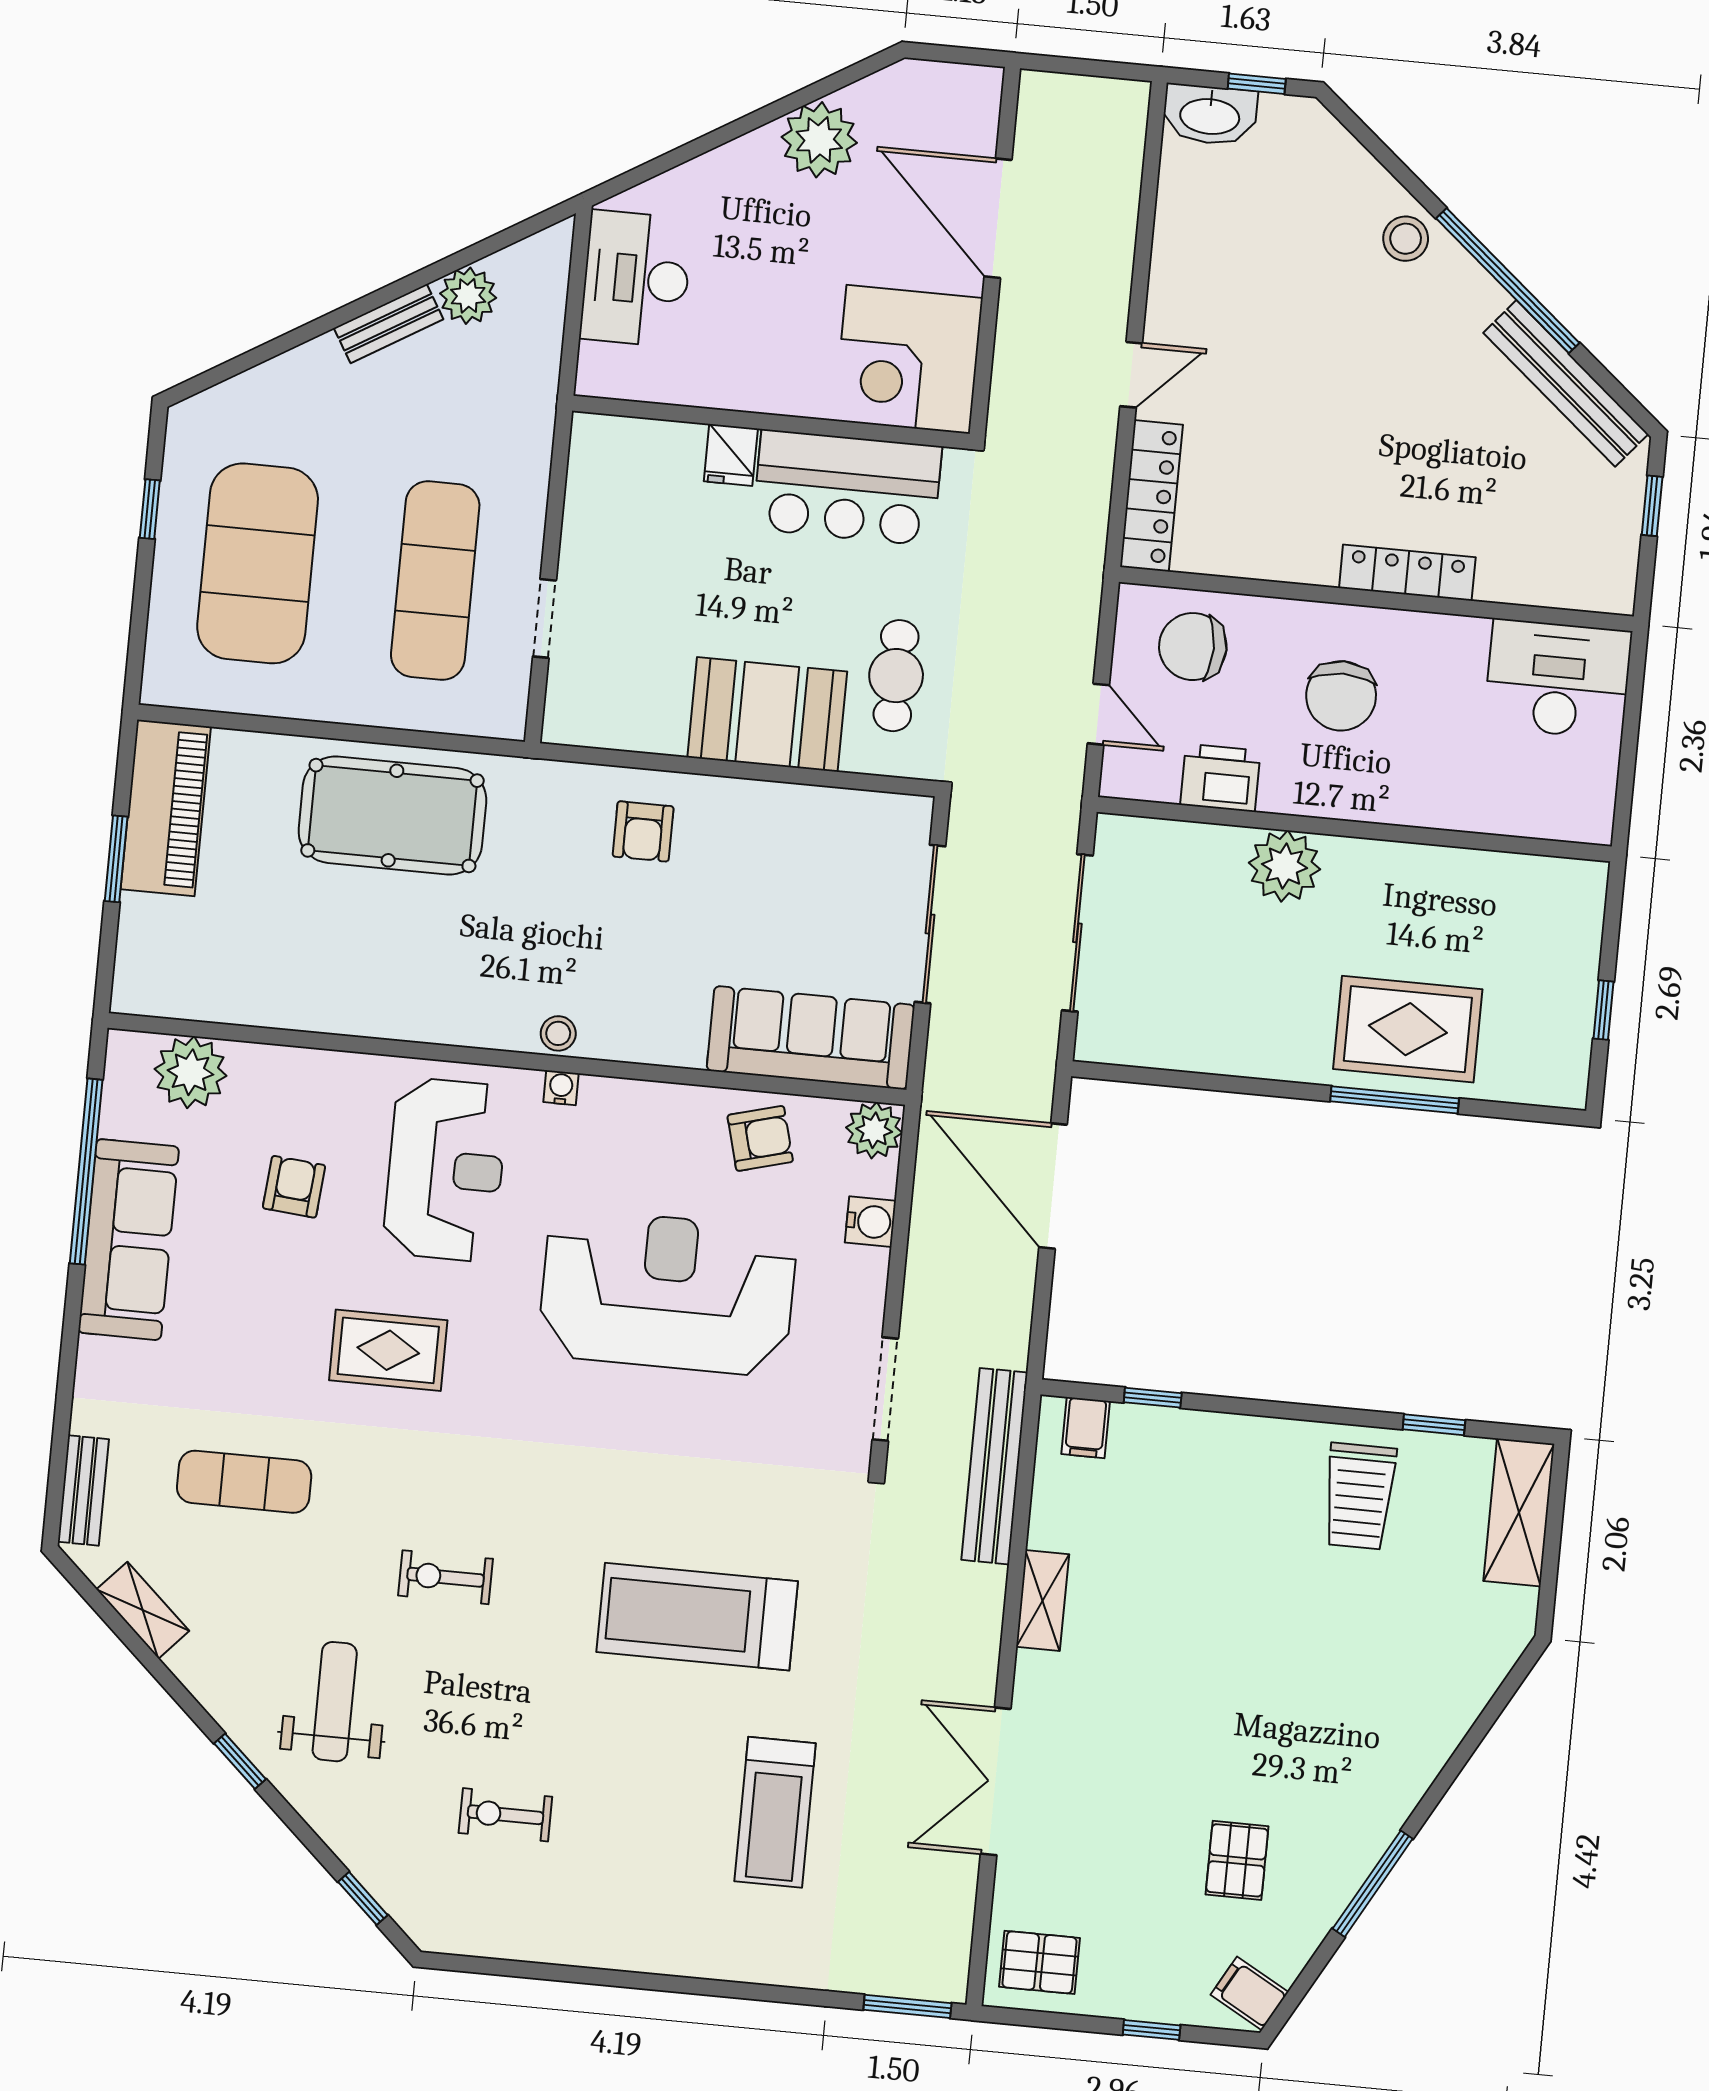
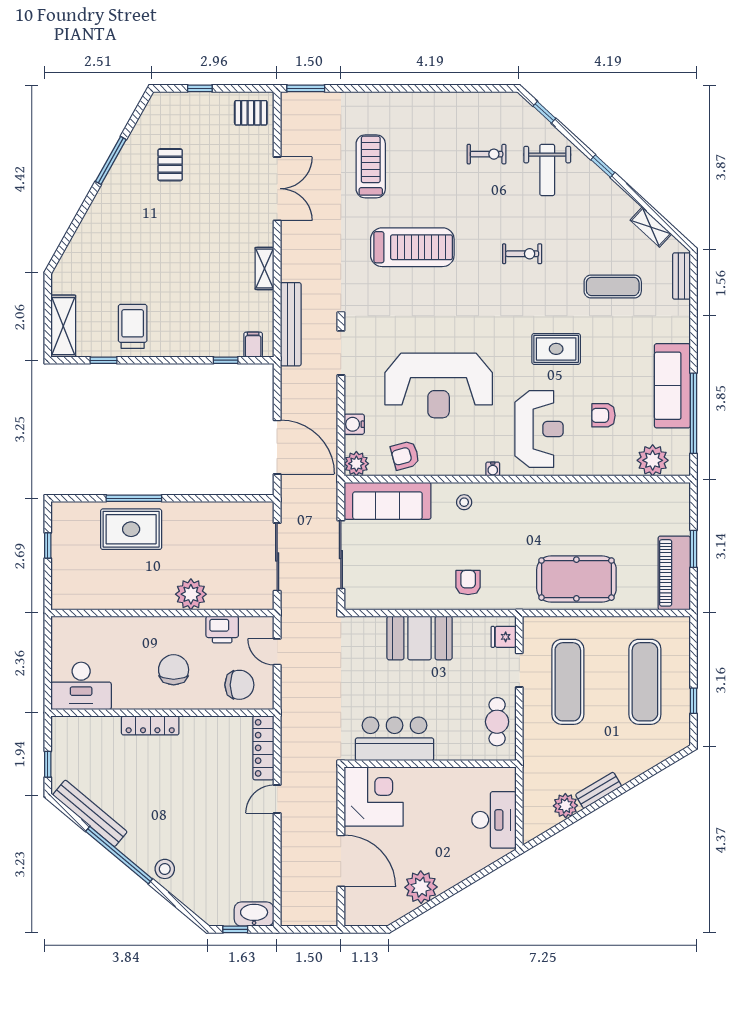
fridge: (731, 455) -> (504, 637), moved, turned -90
exercise mat: (258, 563) -> (645, 682), width x0.68
cafe table: (896, 676) -> (497, 722), moved
stool: (558, 1033) -> (464, 502), moved
reception desk: (445, 1170) -> (539, 429), turned 180
armchair: (294, 1187) -> (603, 415), turned 85
weight bench: (335, 1702) -> (547, 170), moved
filing cabinet: (1249, 1993) -> (159, 108), removed

